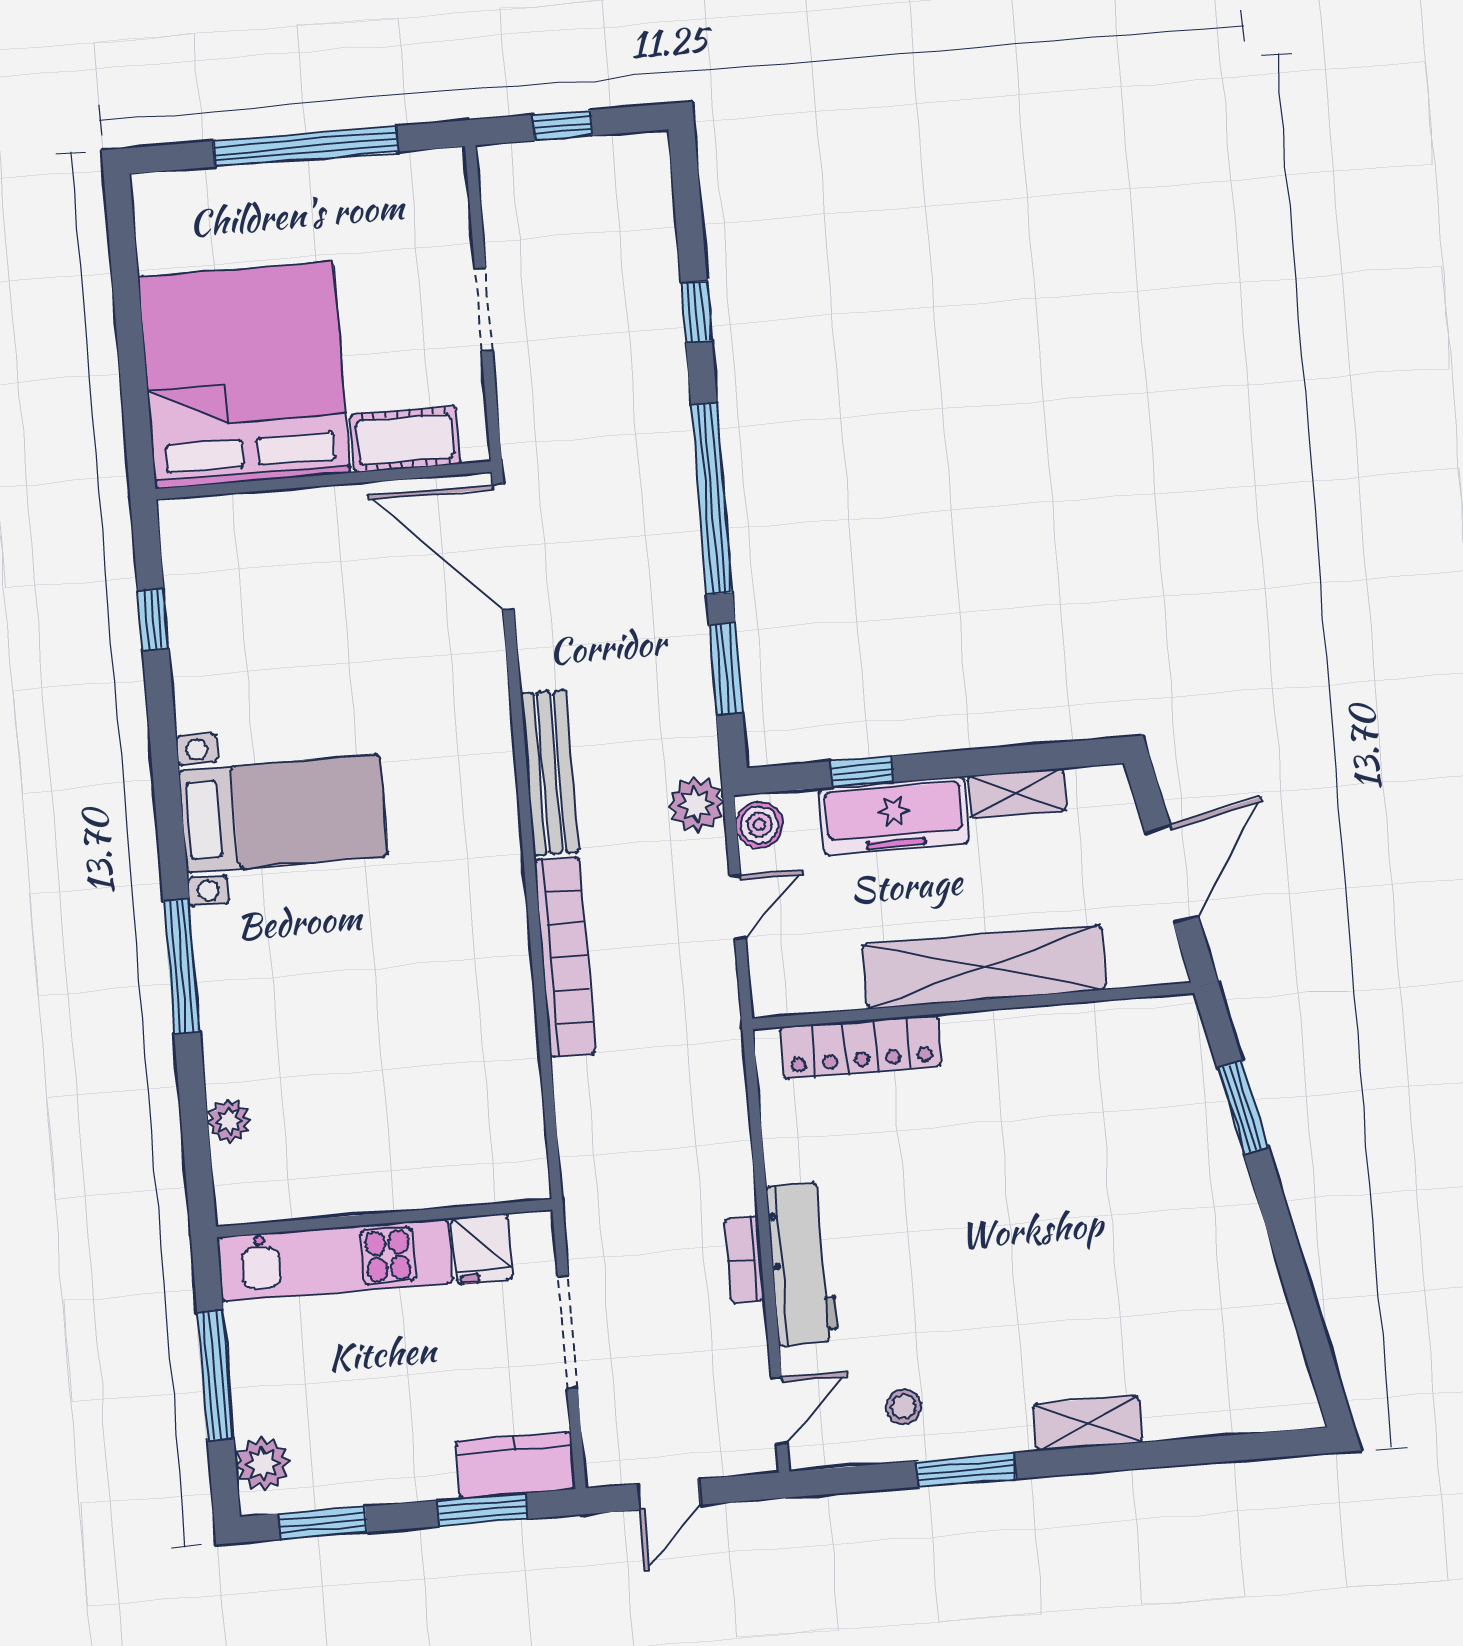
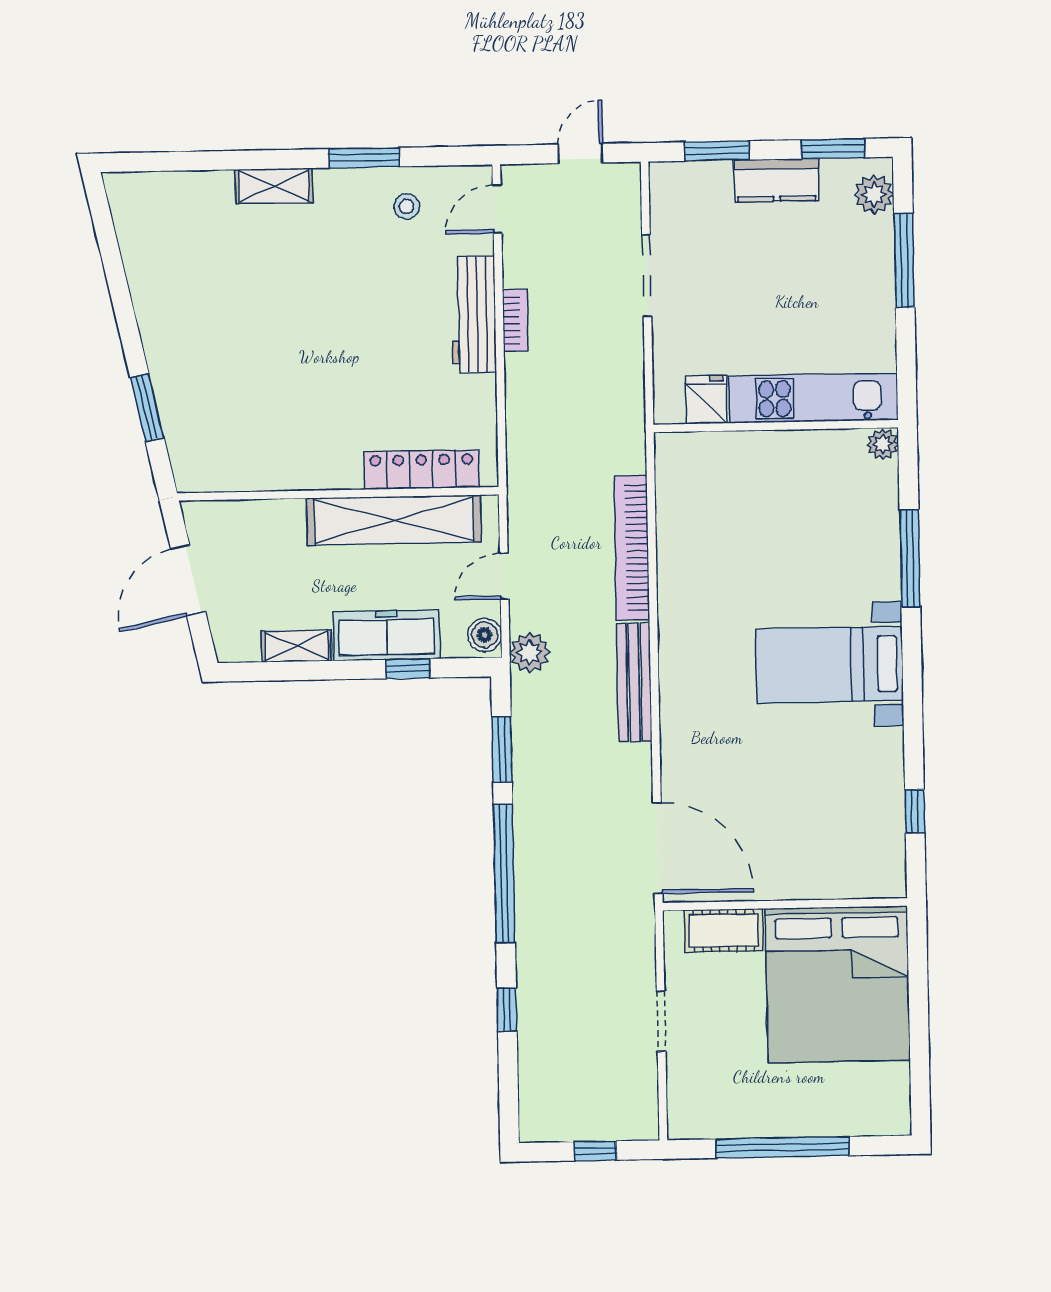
shelving: (984, 967) -> (394, 520), moved
wall: (384, 1218) -> (776, 426), moved
fridge: (482, 1249) -> (706, 400), moved
kitchen unit: (335, 1260) -> (813, 398), moved
kitchen counter: (515, 1465) -> (777, 180), moved

